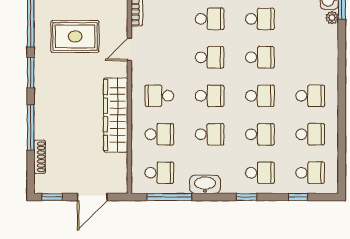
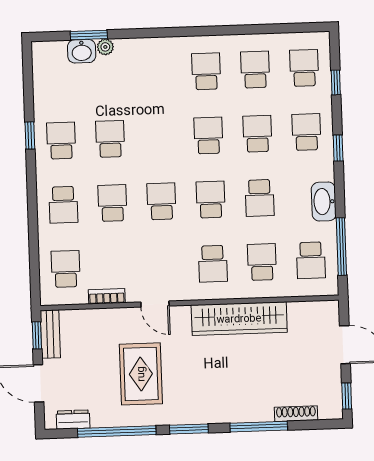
school desk: (260, 57) -> (159, 137), removed
school desk: (210, 134) -> (260, 198), turned 180
school desk: (159, 173) -> (311, 260), turned 180

